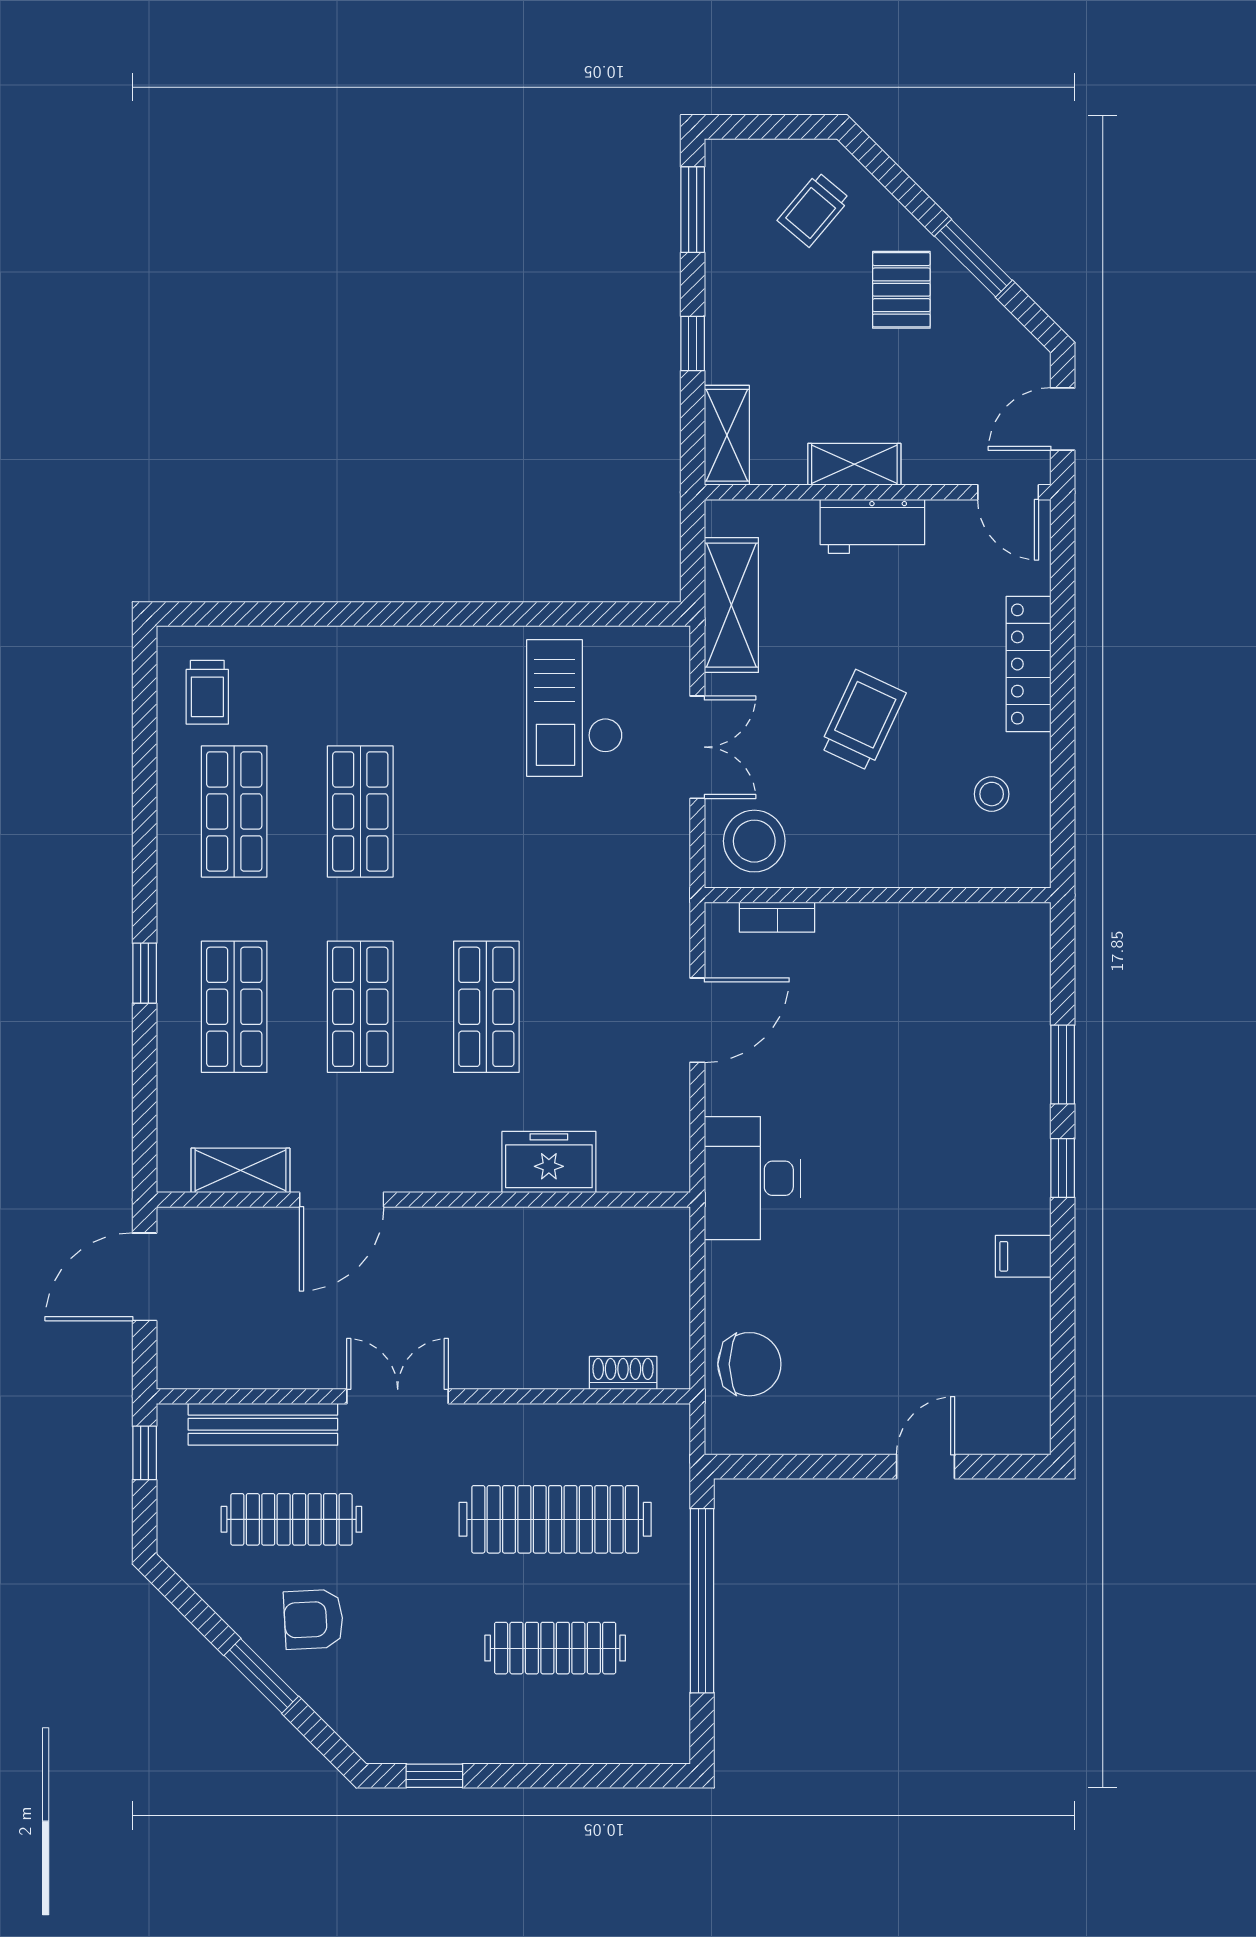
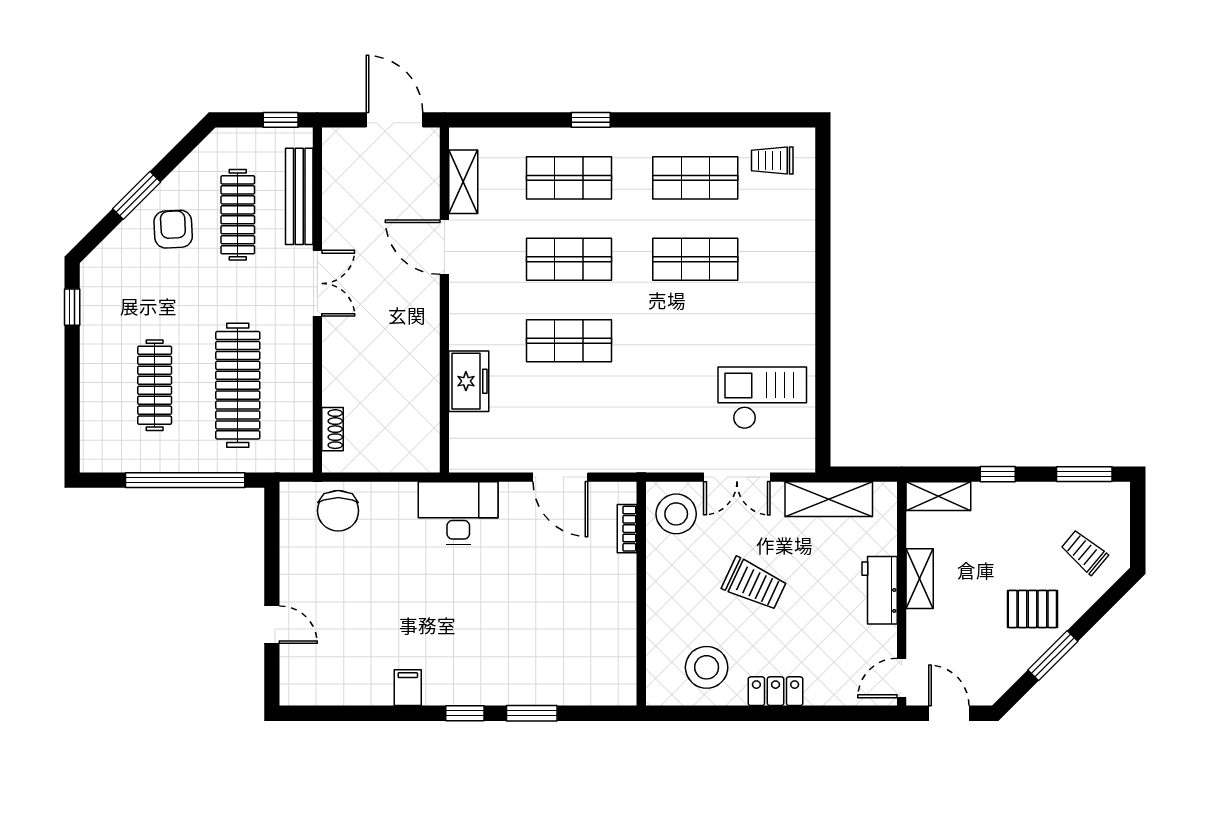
locker: (1029, 664) -> (776, 691), width x0.66
stool: (992, 794) -> (707, 667), width x1.89, depth x1.89

